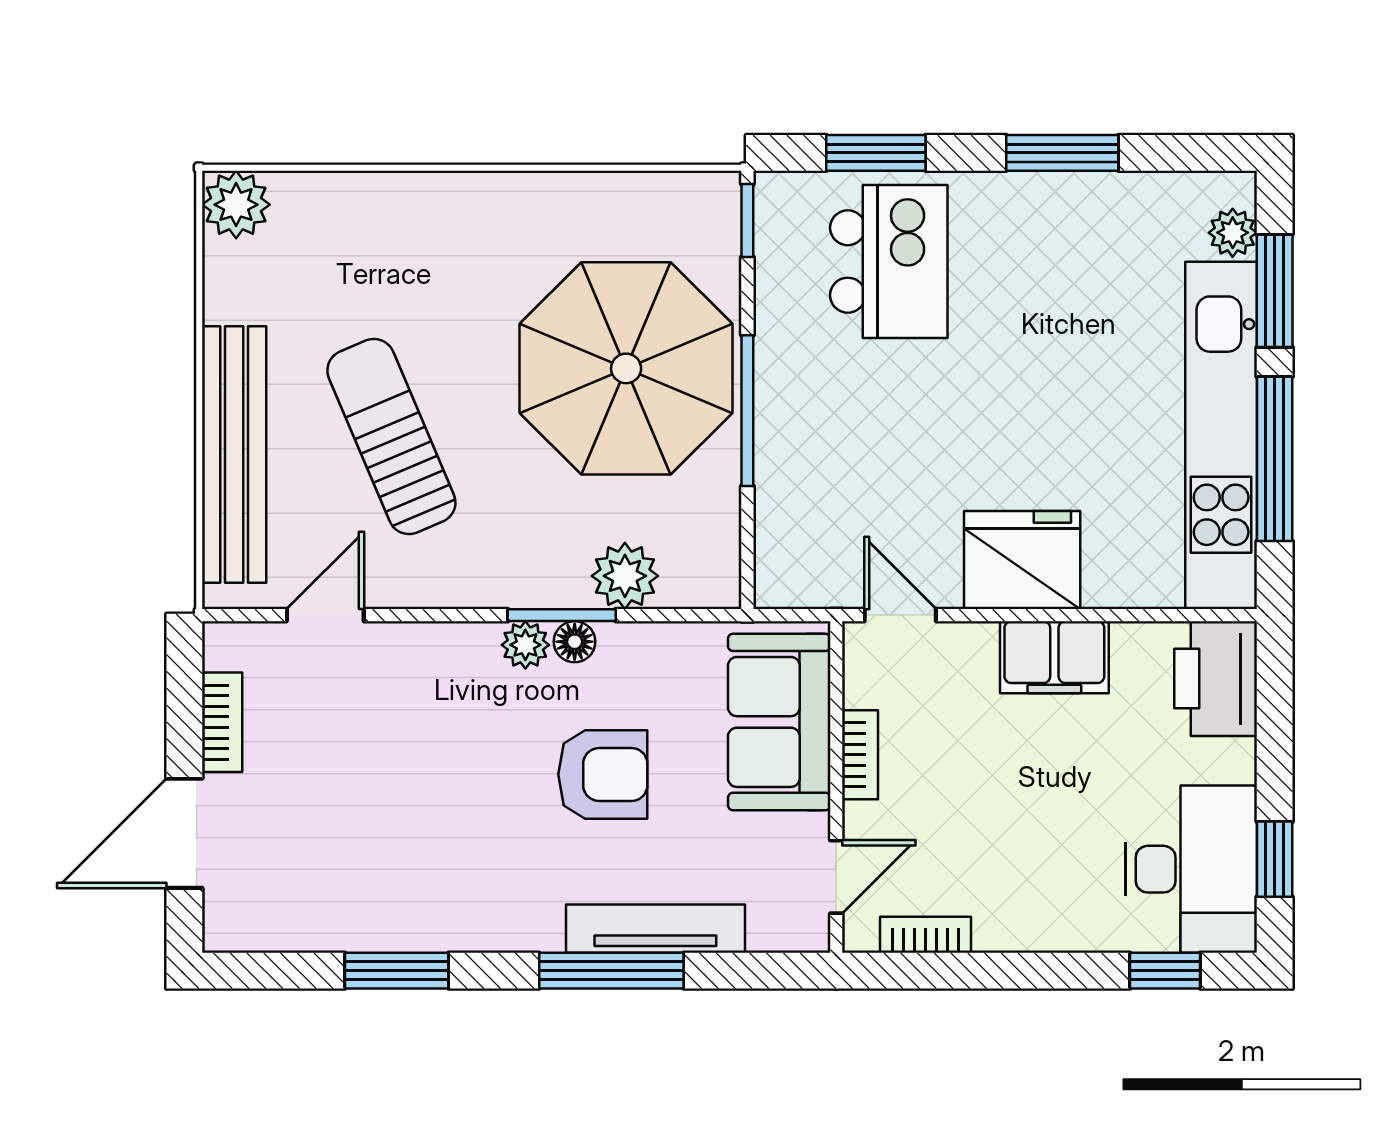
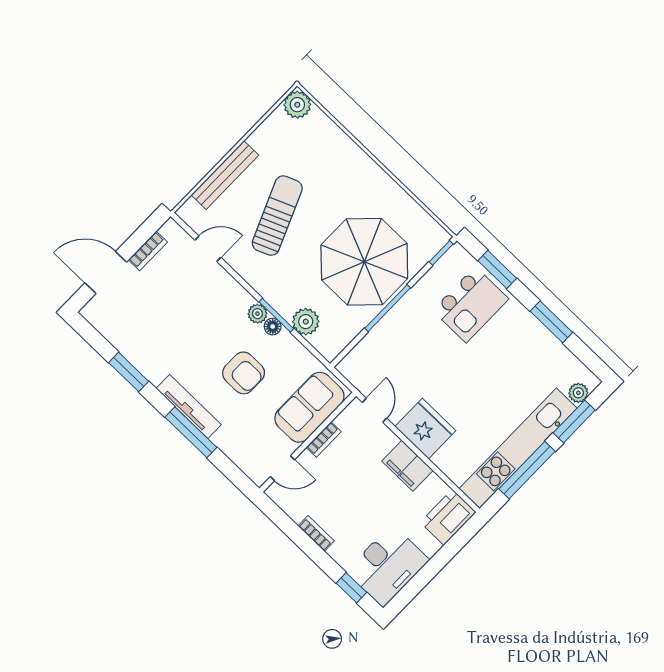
bench: (234, 454) -> (225, 175), width x0.73, depth x0.82
window: (1275, 859) -> (415, 586), removed
tv unit: (655, 929) -> (189, 406), moved
bookcase: (926, 935) -> (316, 533), moved

